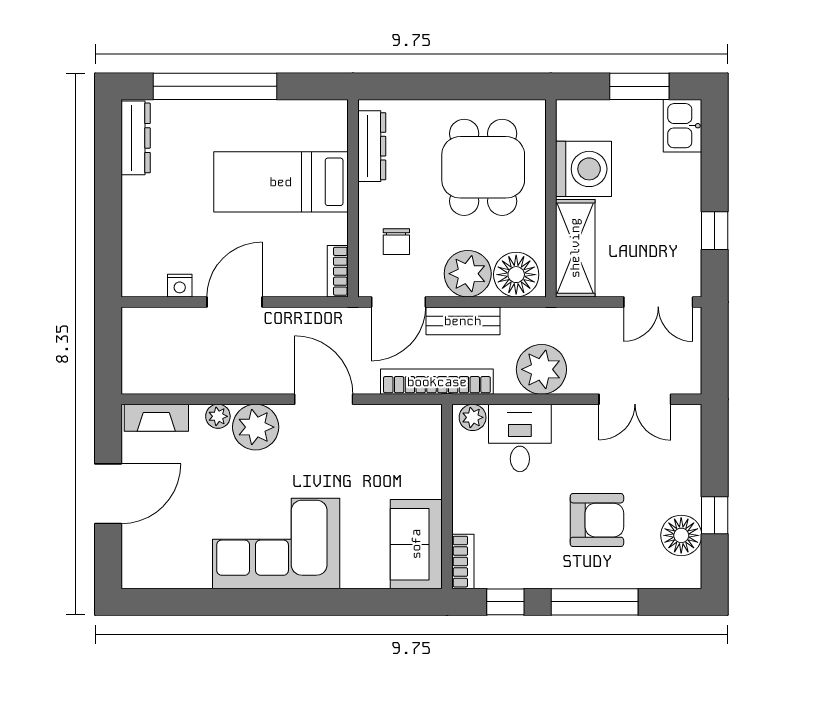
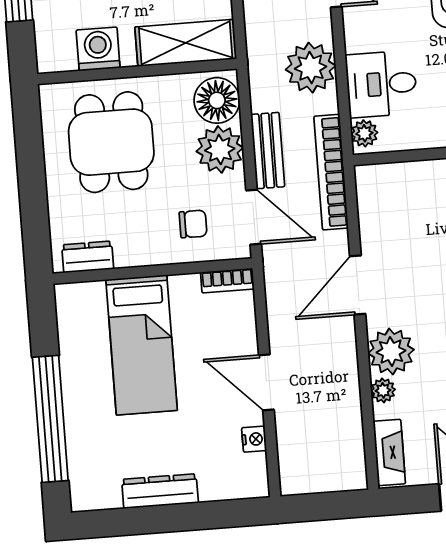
dresser: (136, 138) -> (160, 491), moved
dresser: (372, 146) -> (88, 257), width x0.70
dining table: (483, 167) -> (111, 142), turned 90
washing machine: (584, 169) -> (98, 49), width x0.73, depth x0.73

